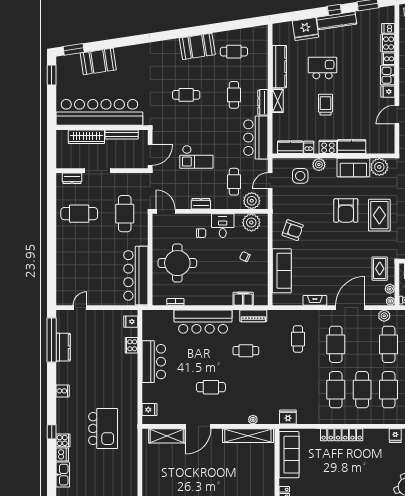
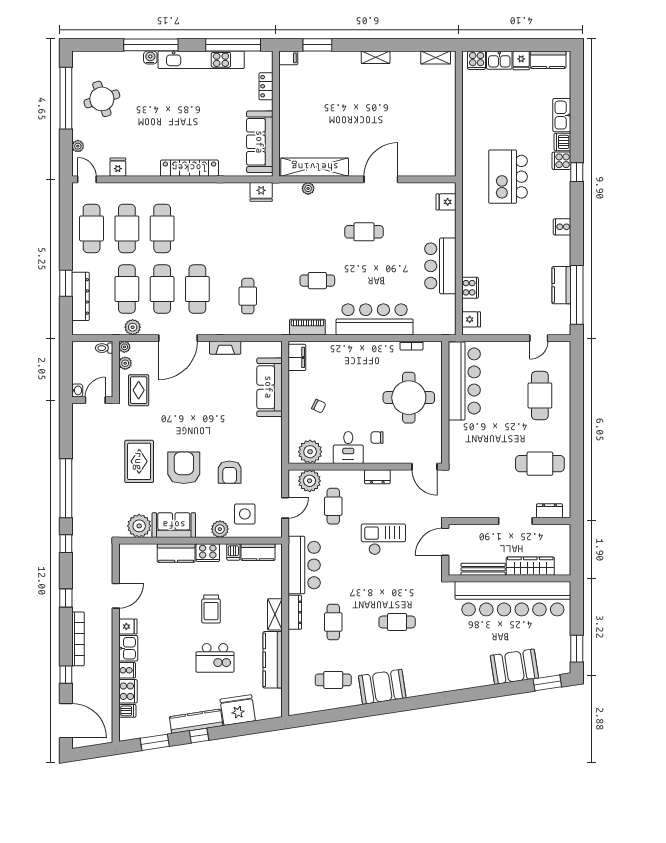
cafe table: (125, 214) -> (540, 396), moved
armchair: (293, 230) -> (230, 472), moved, turned -109
filing cabinet: (243, 299) -> (297, 357), moved, turned -90
cafe table: (336, 390) -> (162, 289), moved
shelving: (167, 436) -> (423, 167), removed

